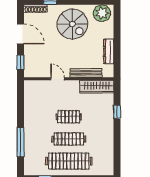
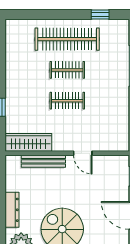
dresser: (109, 51) -> (12, 210), moved
clothes rail: (69, 139) -> (67, 70), width x0.73

